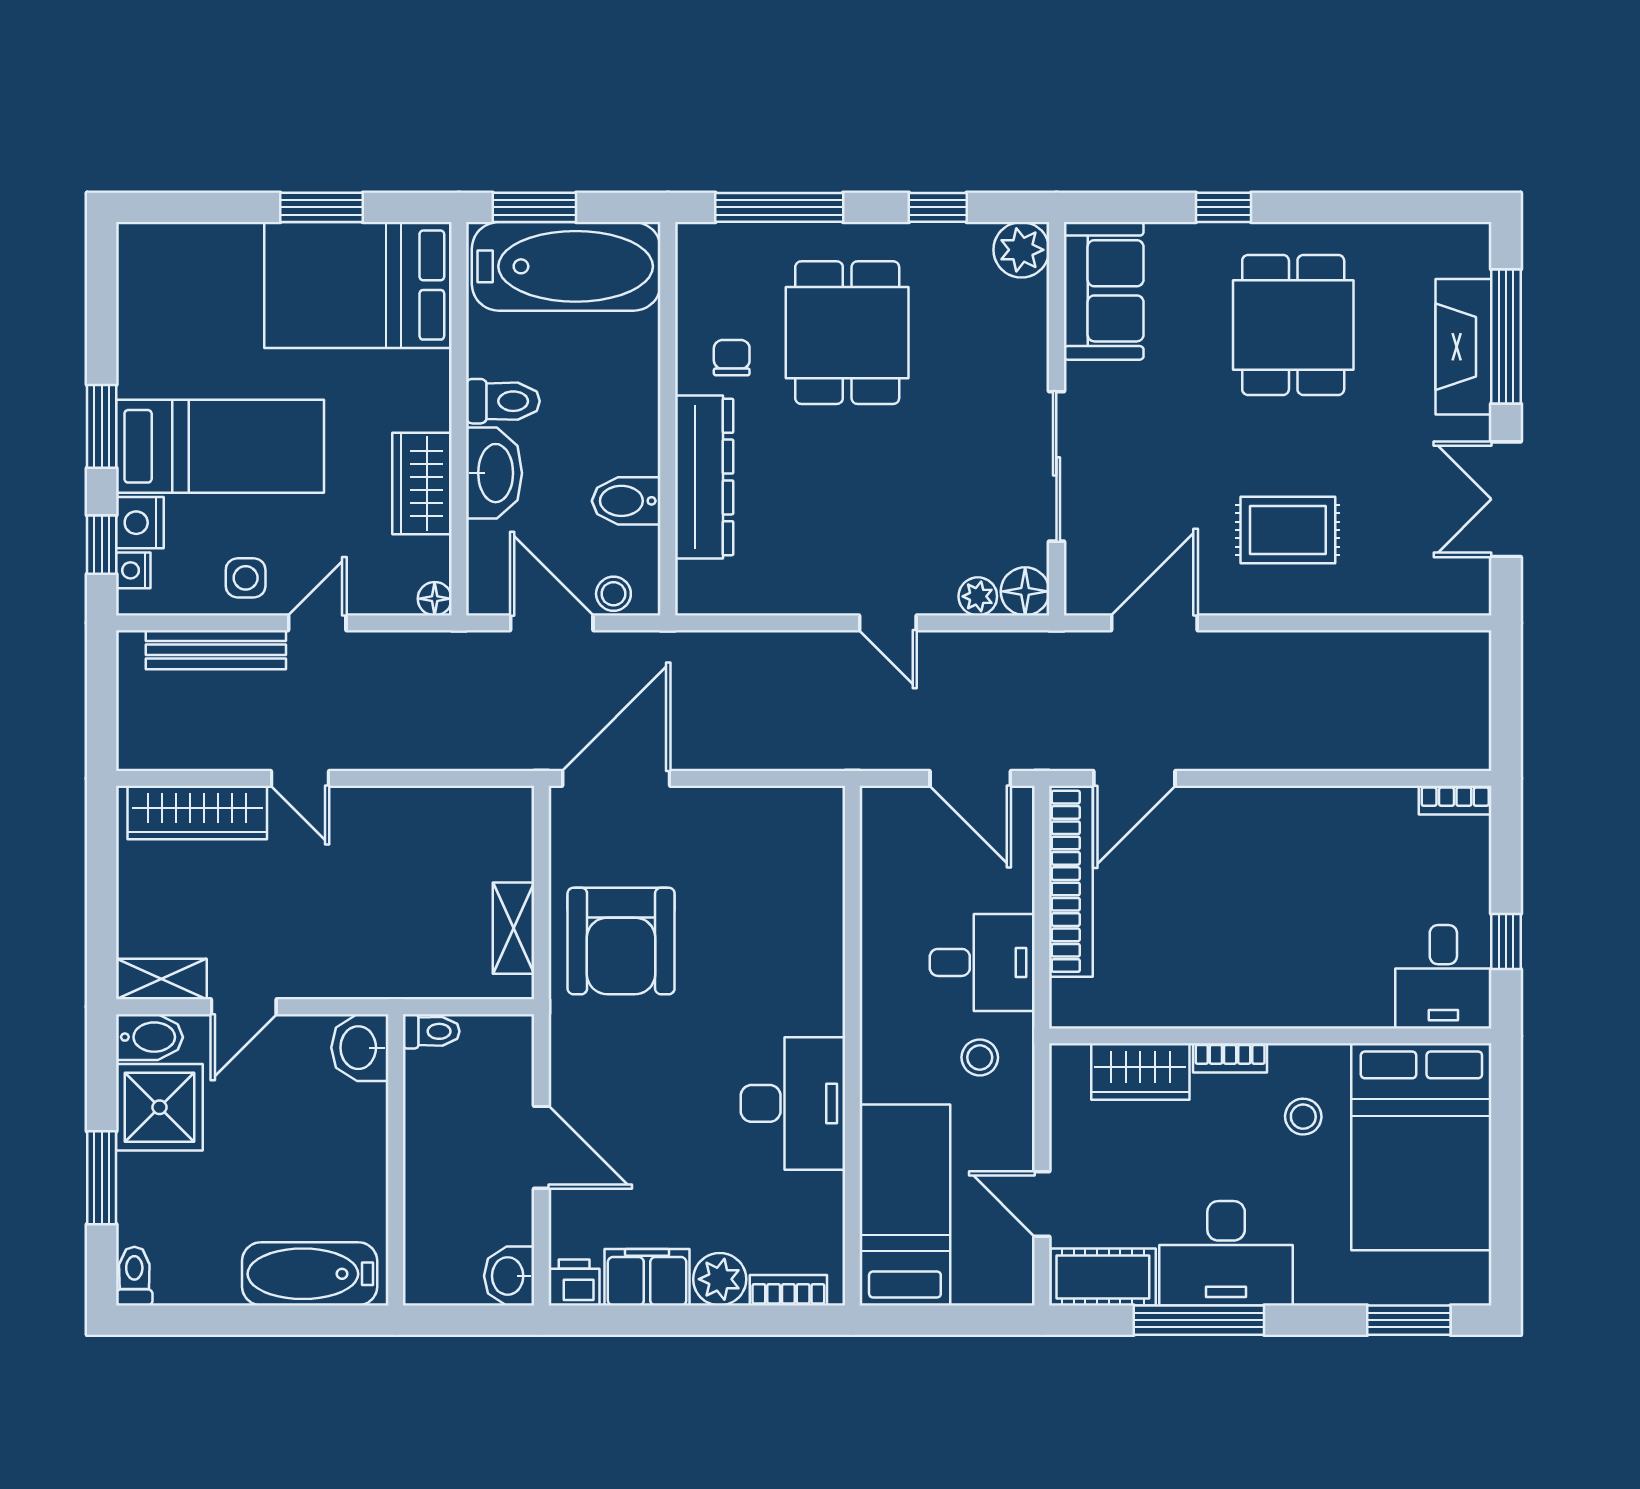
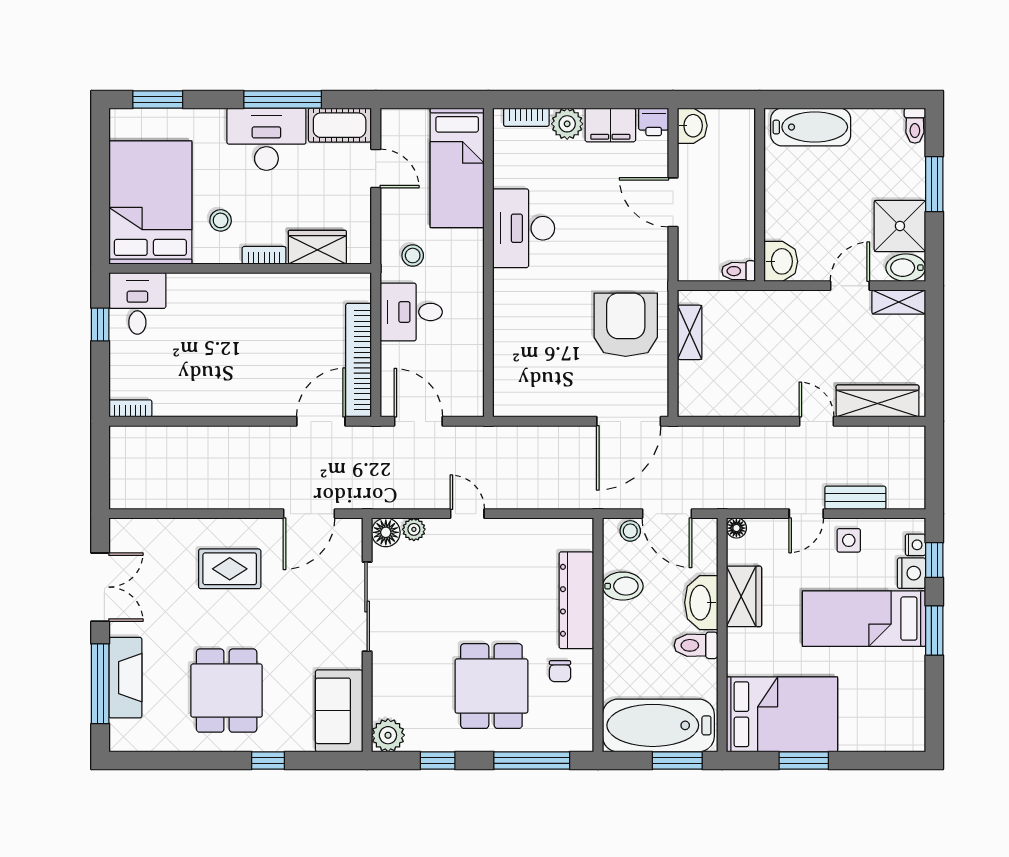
bench: (216, 650) -> (855, 498), width x0.73

